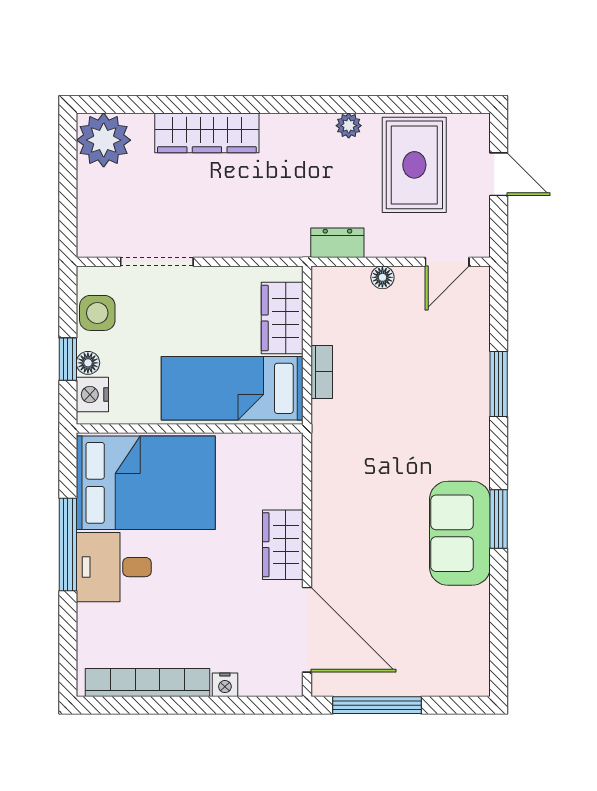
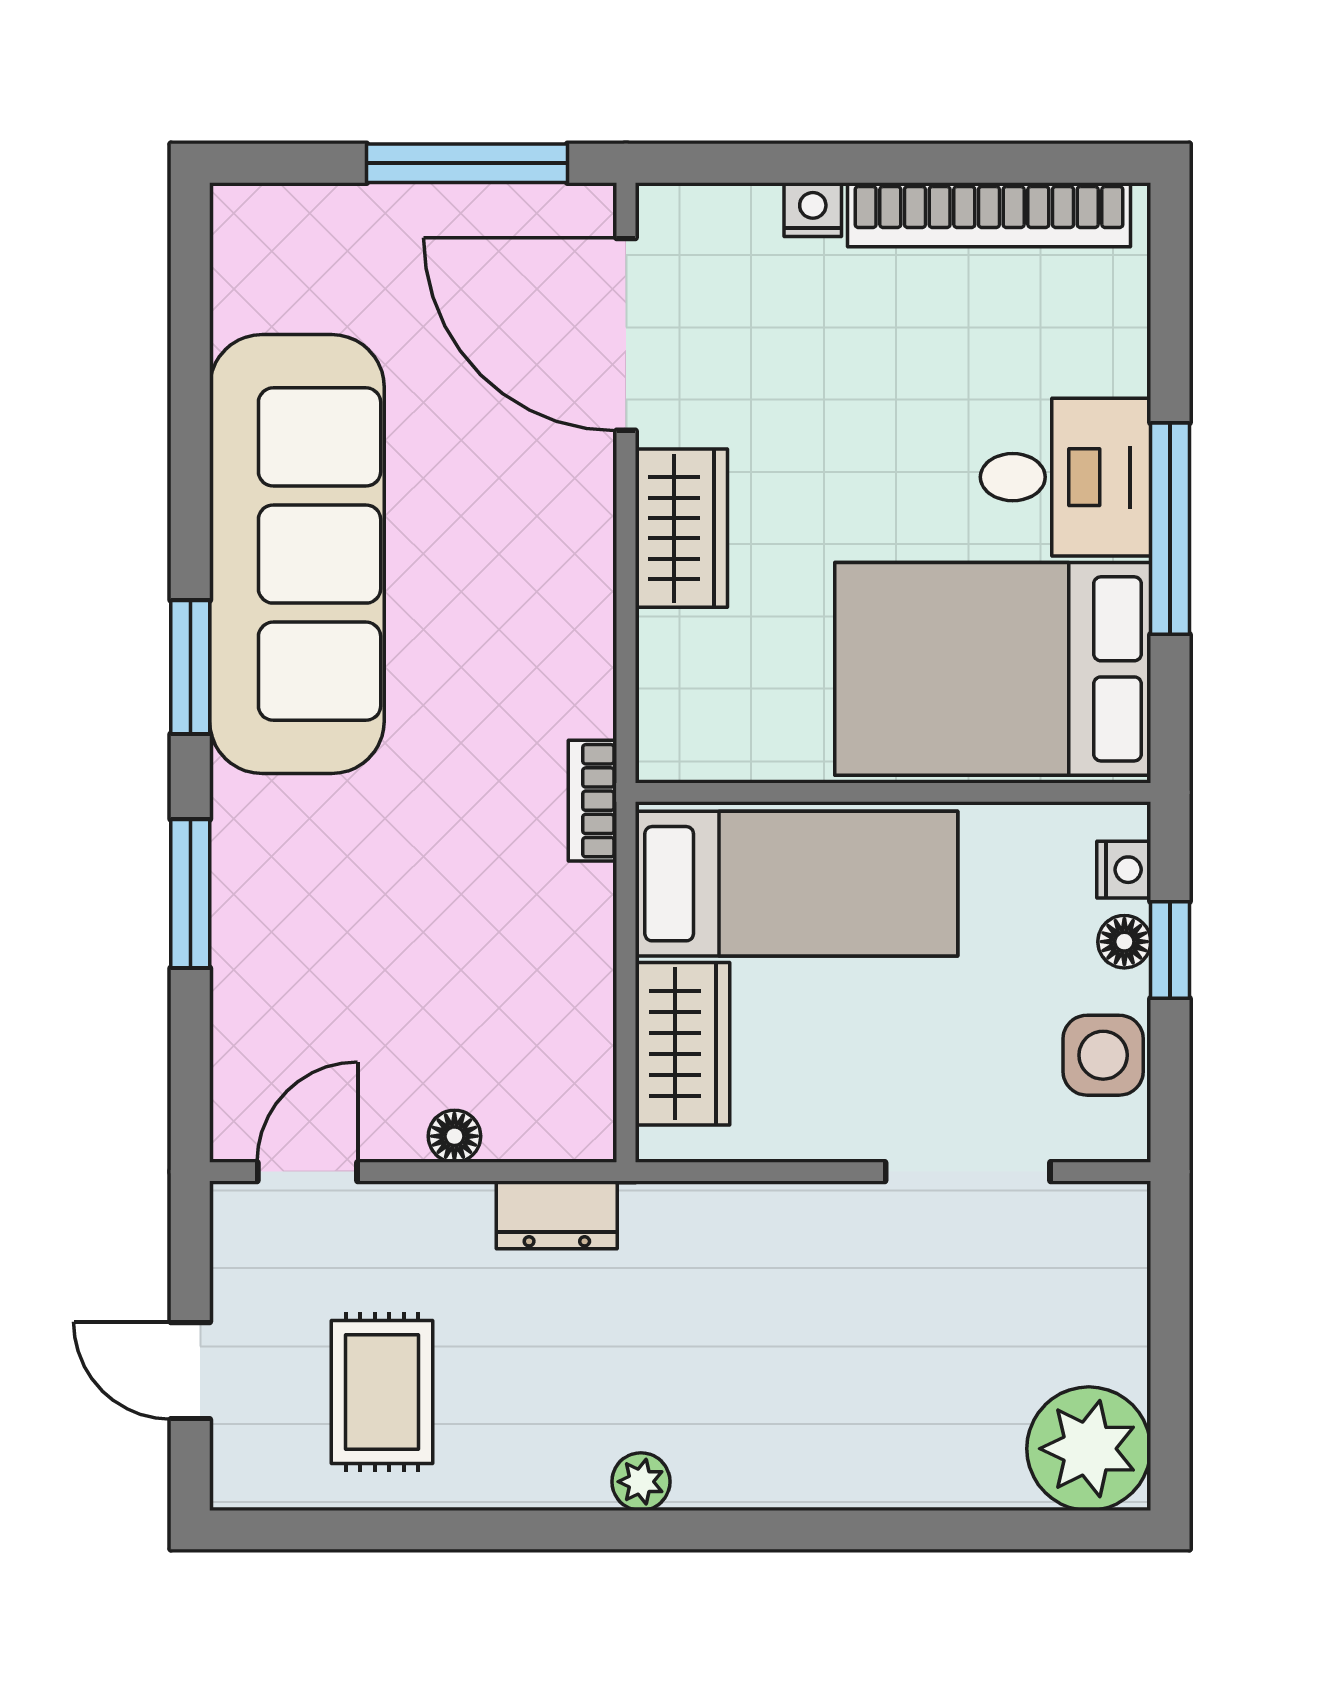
plant: (349, 126) -> (641, 1482), moved
wardrobe: (207, 133) -> (854, 1465), removed
rug: (414, 165) -> (382, 1392), width x0.73, depth x0.70
bookcase: (322, 372) -> (593, 801), moved
nightstand: (92, 395) -> (1124, 870), width x0.72, depth x0.74
window: (499, 519) -> (190, 667), moved
sofa: (460, 533) -> (297, 554), width x1.85, depth x1.27

